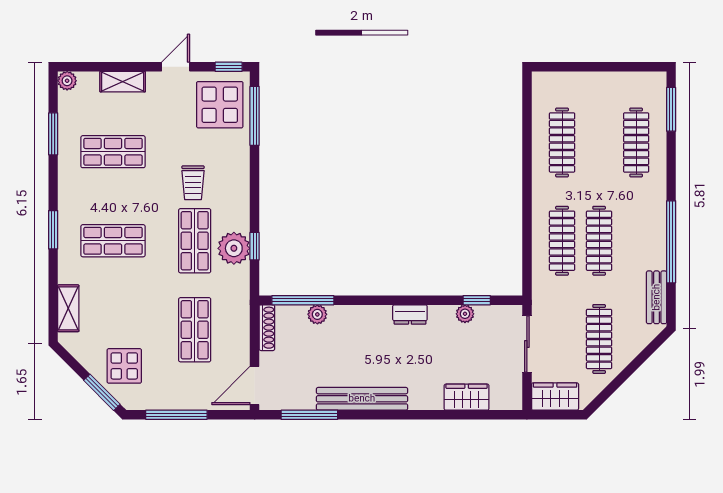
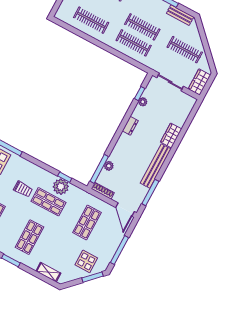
shop shelf: (195, 330) -> (87, 222), turned 90
wardrobe: (467, 397) -> (171, 135), moved

